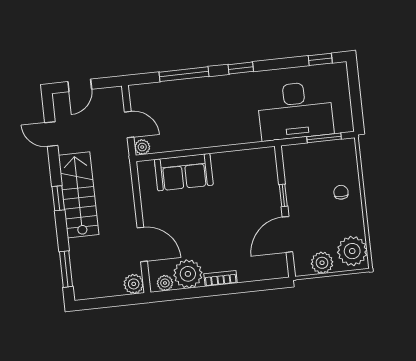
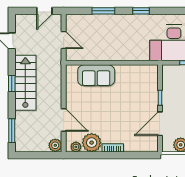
window: (184, 74) -> (103, 11), width x0.69
door: (80, 85) -> (44, 11), moved
plant: (142, 147) -> (71, 56), removed

